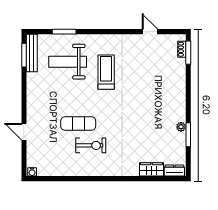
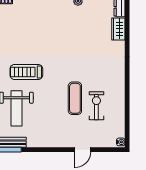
exercise bike: (91, 145) -> (96, 106), moved

